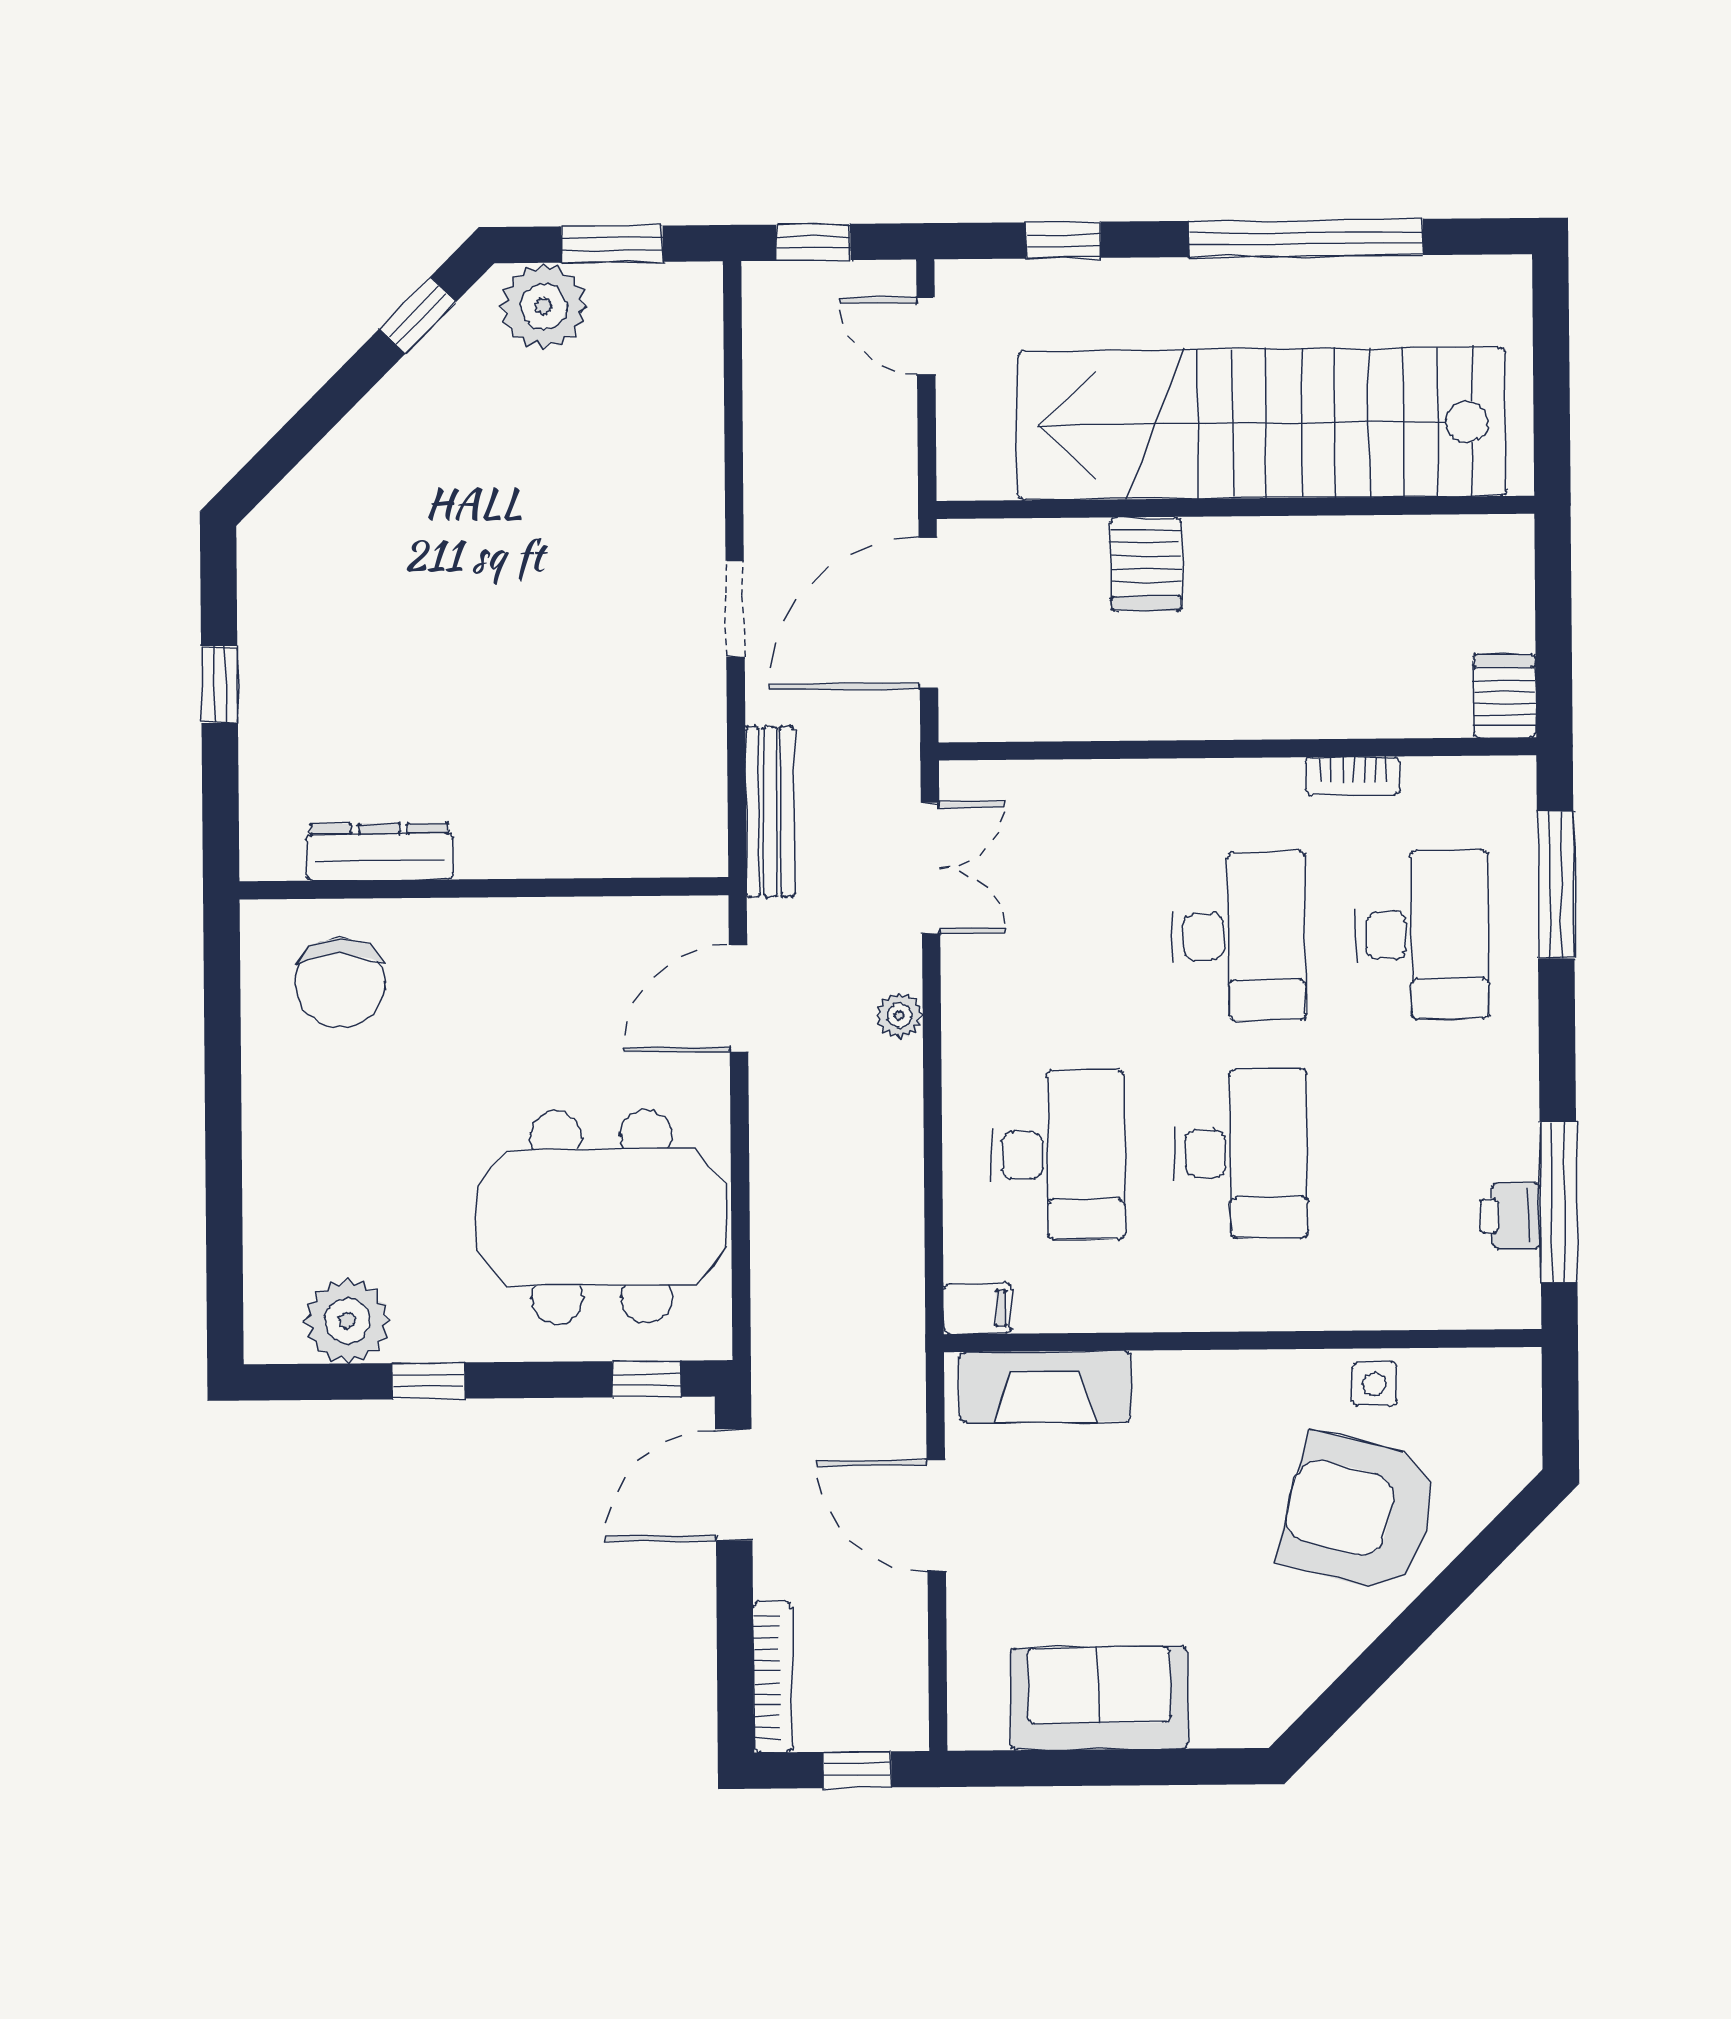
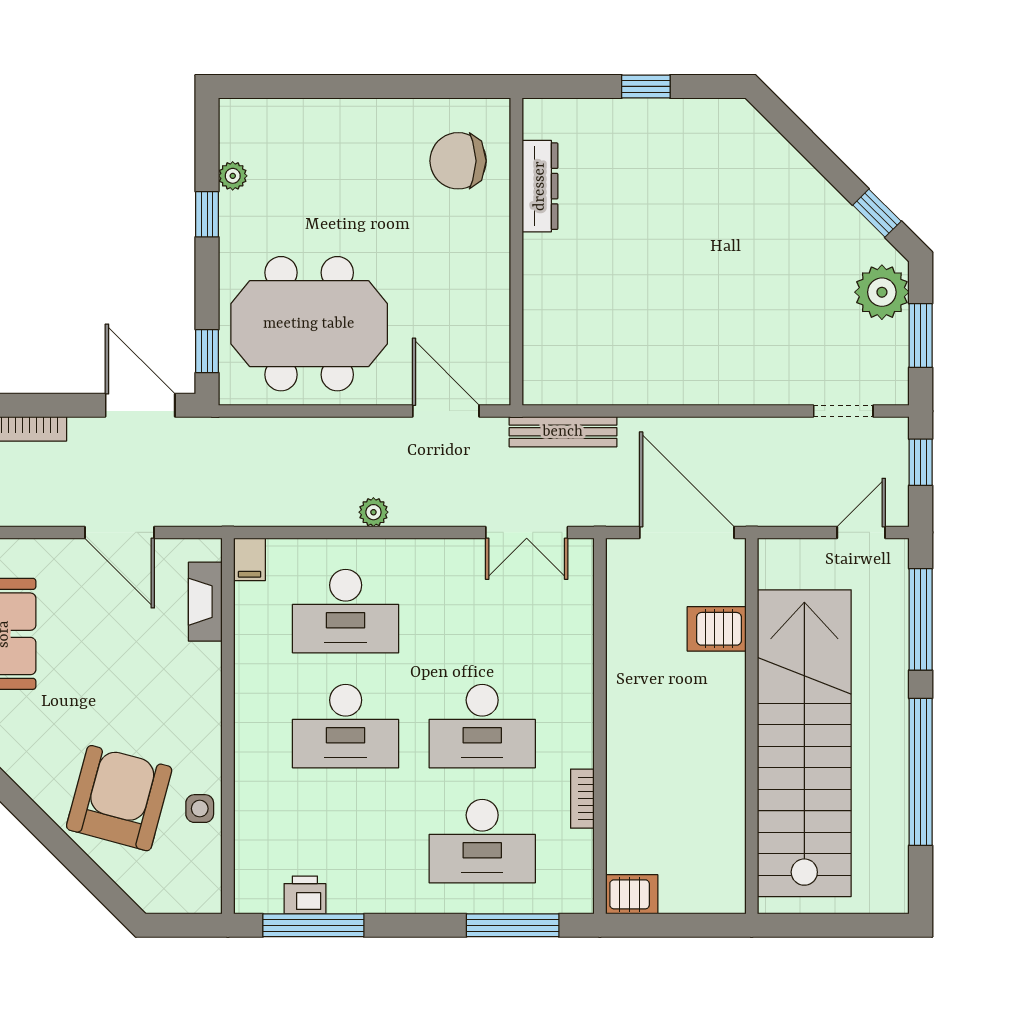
window: (1063, 240) -> (921, 619), width x2.17
server rack: (1146, 564) -> (717, 629), moved
doorway: (735, 609) -> (843, 411), moved
plant: (900, 1016) -> (373, 512), moved
meeting table: (601, 1217) -> (309, 324), turned 90
plant: (347, 1321) -> (233, 176), width x0.53, depth x0.53
fireplace: (1045, 1387) -> (205, 602), width x0.73, depth x0.76
door: (936, 1516) -> (120, 532), swing flipped

